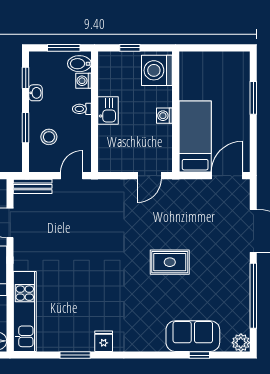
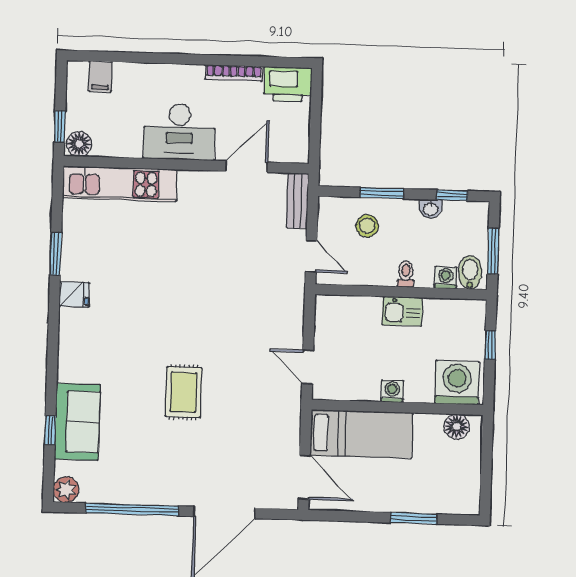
floor lamp: (188, 70) -> (457, 427), added

